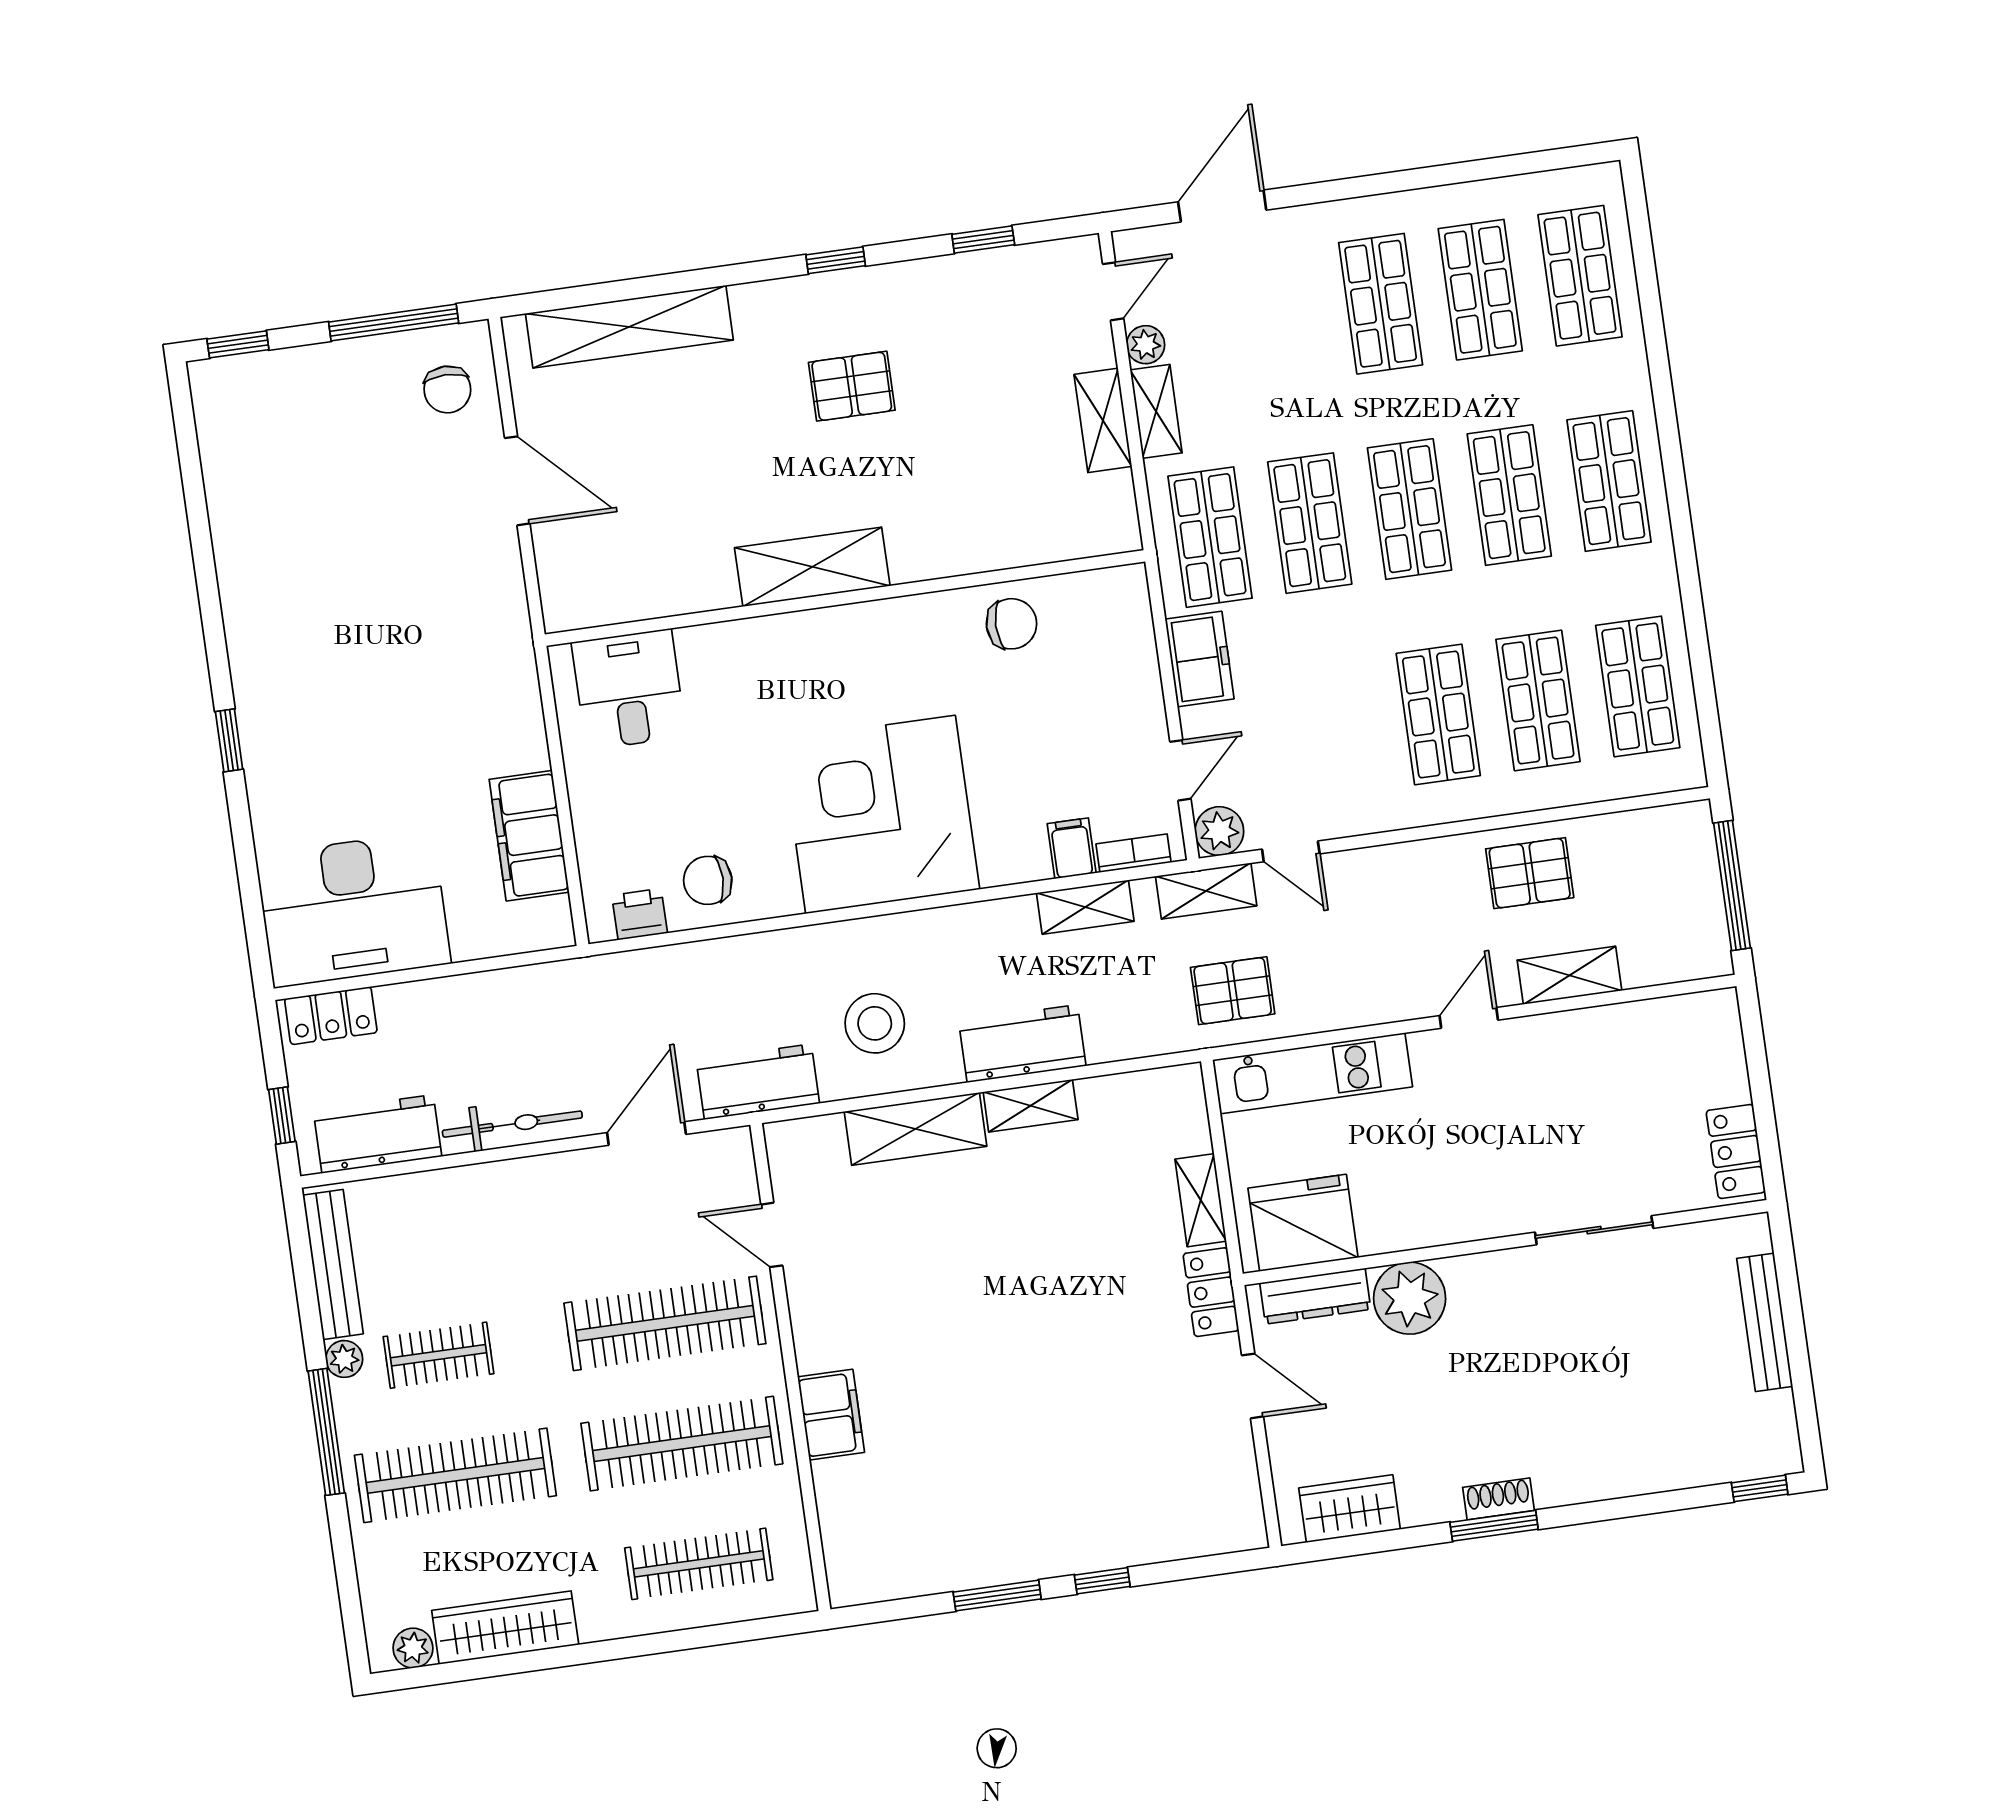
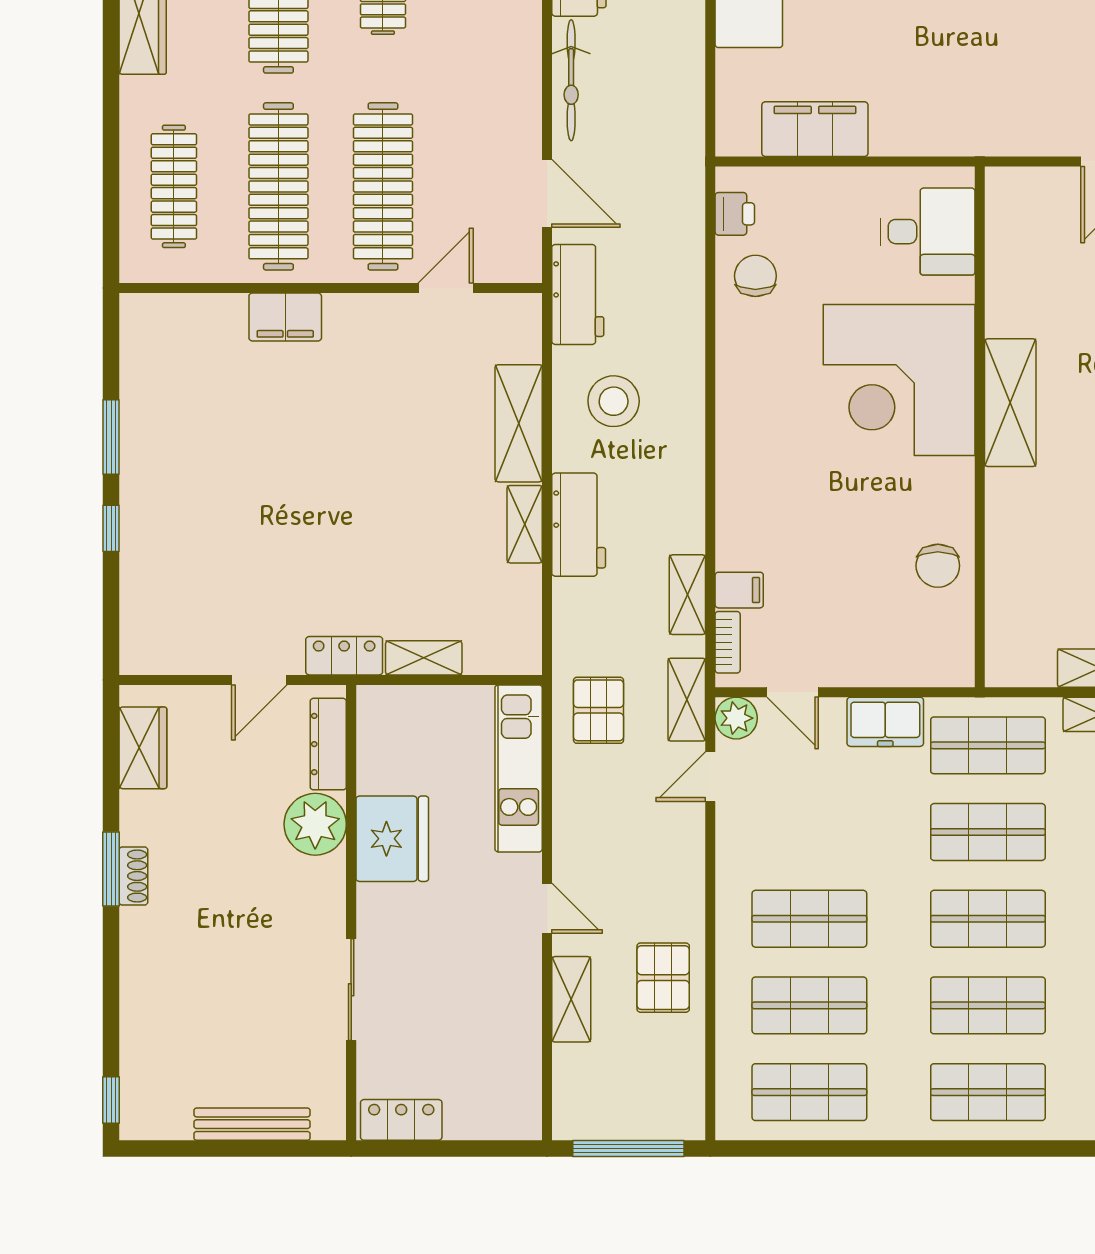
corner desk: (880, 814) -> (899, 380), moved, turned 180
fridge: (1303, 1223) -> (392, 839), moved

